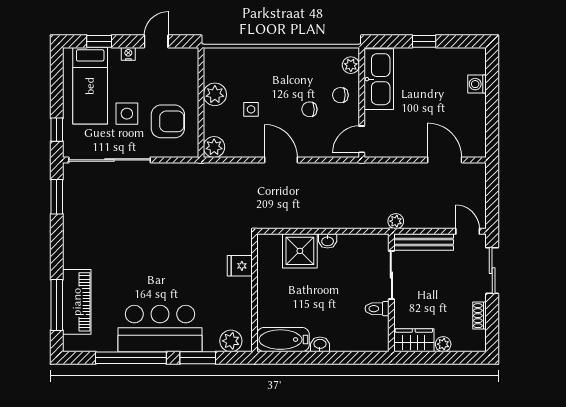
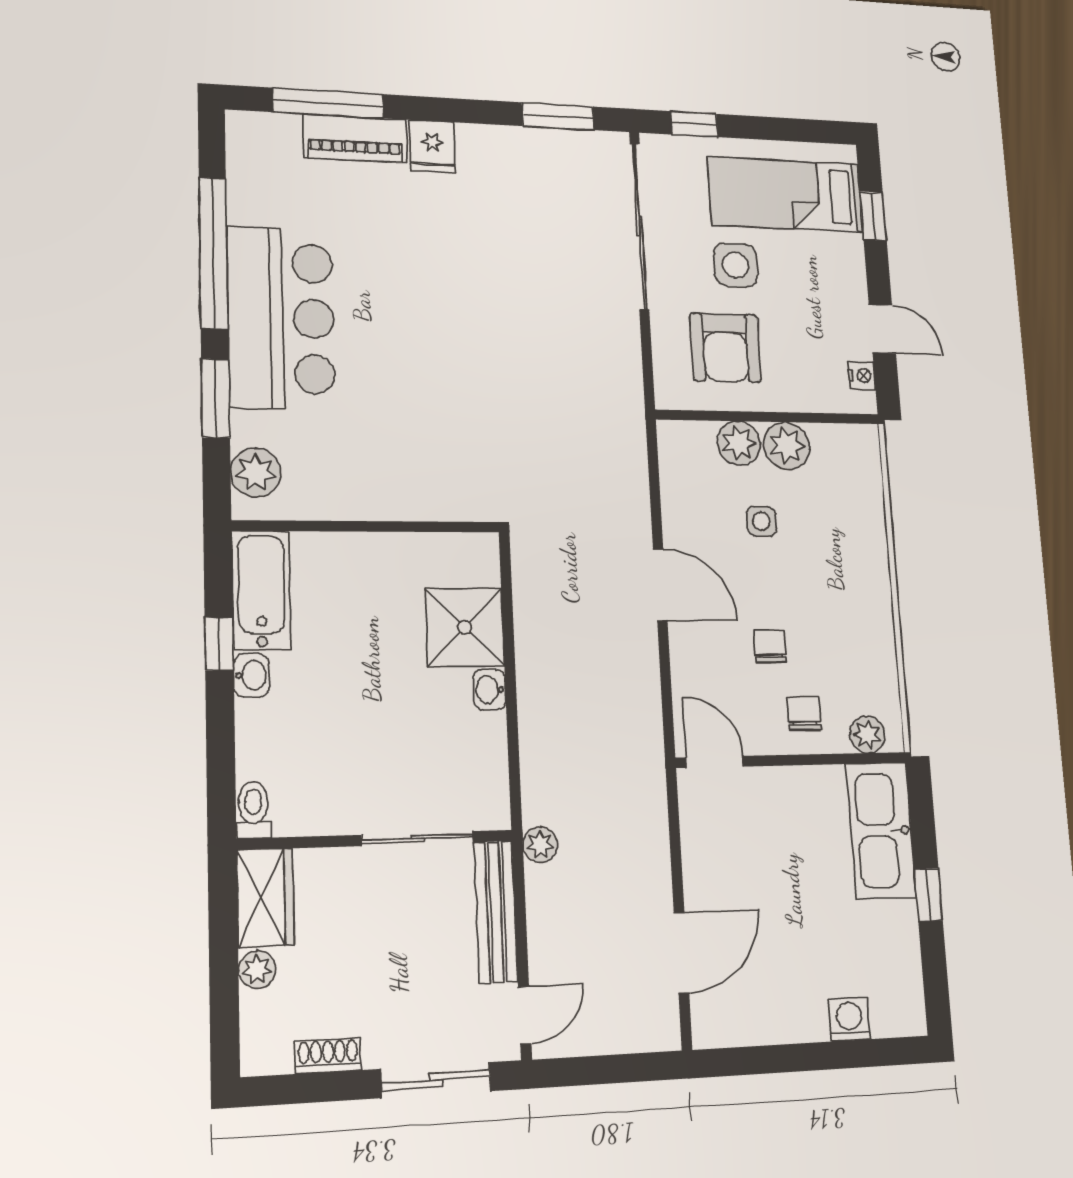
nightstand: (128, 54) -> (862, 376), moved
kitchen sink: (379, 79) -> (881, 830), moved, turned 90
plant: (214, 147) -> (739, 443), moved
door: (281, 160) -> (660, 585), hinge flipped
fridge: (240, 266) -> (432, 146), moved, turned 180
piano: (77, 302) -> (355, 139), width x0.73, depth x0.75
toilet: (377, 309) -> (253, 810), moved
window: (306, 358) -> (219, 644), added

